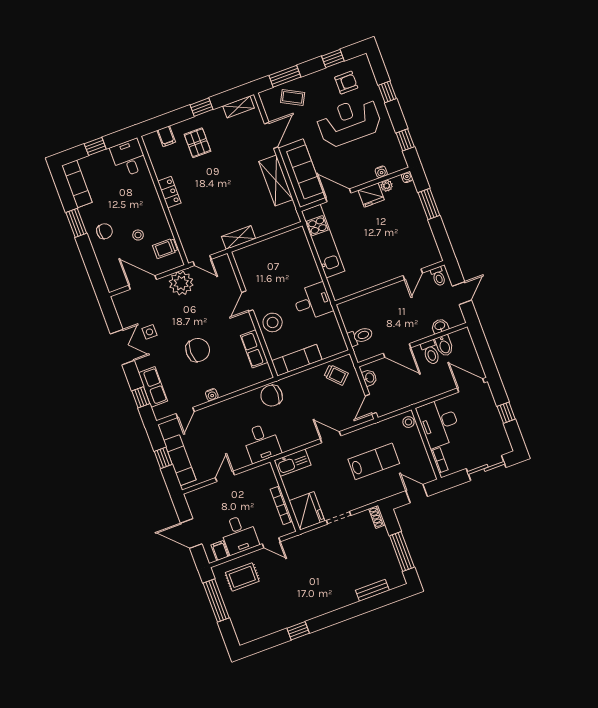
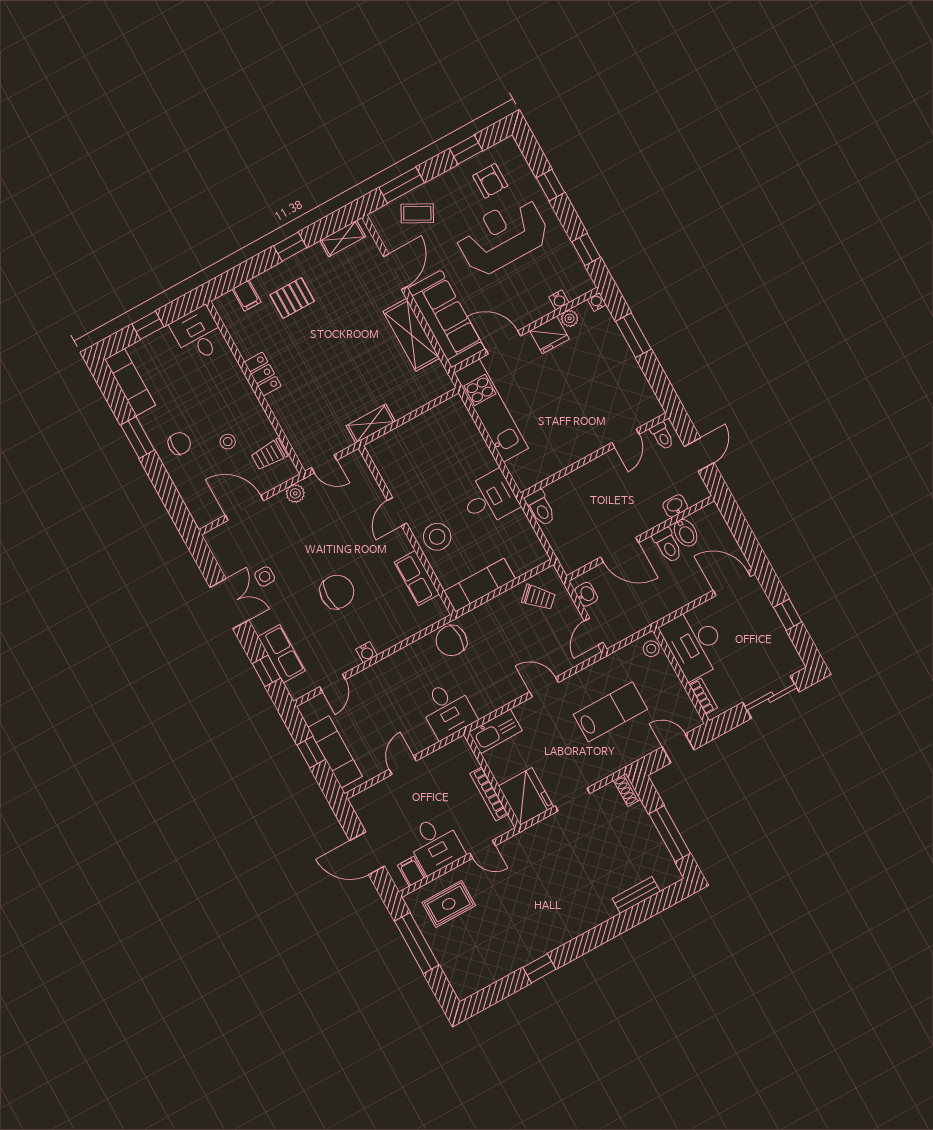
armchair: (346, 83) -> (490, 181), turned 90
pallet: (198, 143) -> (292, 298), turned 90
plant: (181, 283) -> (295, 493), width x0.53, depth x0.53
toilet: (360, 336) -> (540, 508), moved, turned 90

